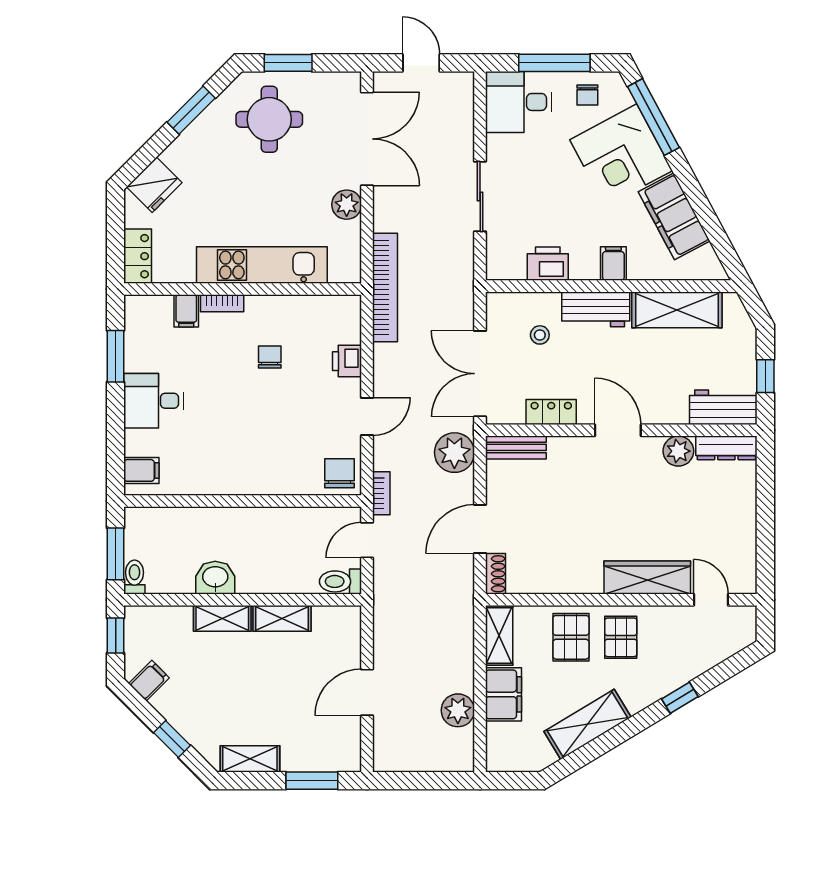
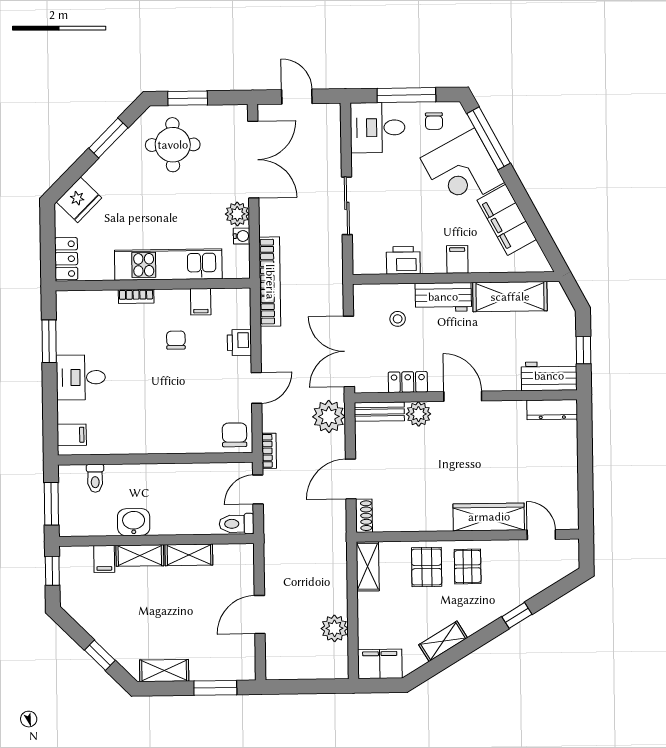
water cooler: (352, 232) -> (242, 236), added
filing cabinet: (186, 311) -> (201, 302), moved
plant: (678, 451) -> (418, 414), moved
toilet: (134, 577) -> (95, 478), moved, turned 180
filing cabinet: (149, 681) -> (104, 559), moved, turned 135
filing cabinet: (503, 694) -> (380, 664), moved, turned -90
shelving: (588, 724) -> (443, 641), width x0.67, depth x0.75

